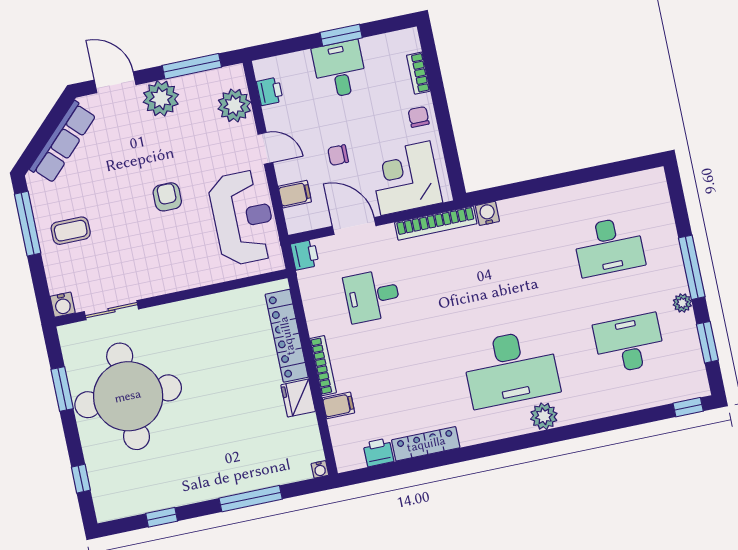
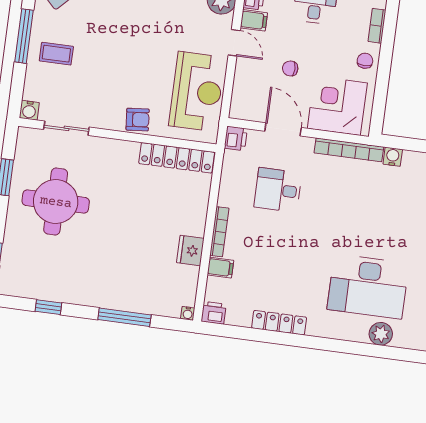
filing cabinet: (295, 194) -> (254, 20), moved
armchair: (167, 197) -> (138, 120), moved, turned 85
locker: (287, 336) -> (177, 158), moved, turned -90
round table: (128, 396) -> (56, 202), width x0.73, depth x0.73
printer: (378, 452) -> (214, 313), moved

